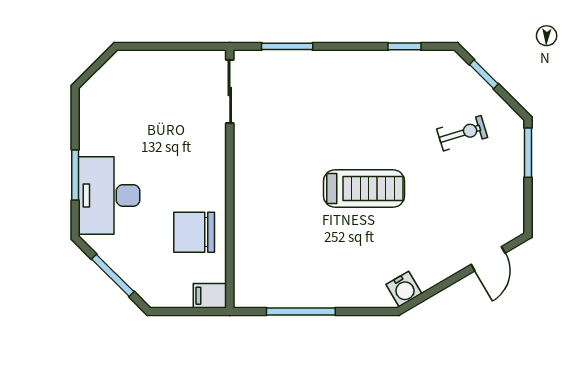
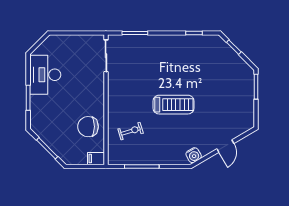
exercise bike: (462, 133) -> (131, 131), moved
desk: (109, 196) -> (45, 75), moved
door: (488, 259) -> (225, 146), moved

